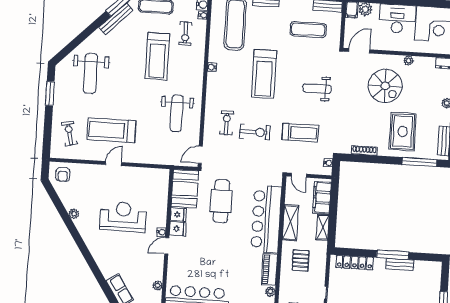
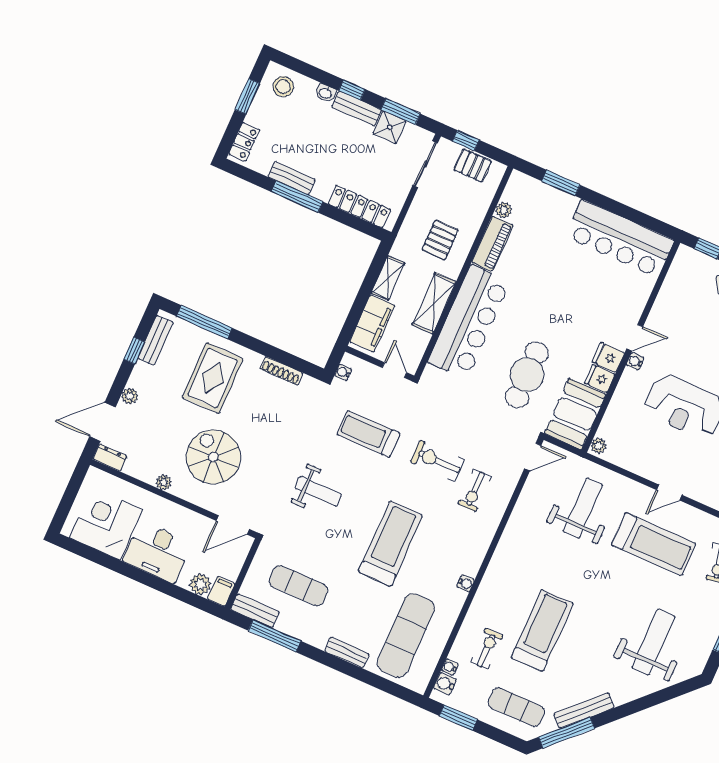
weight bench: (177, 113) -> (583, 508), moved
locker: (435, 275) -> (244, 142), added
plant: (158, 285) -> (598, 446), moved

